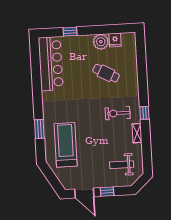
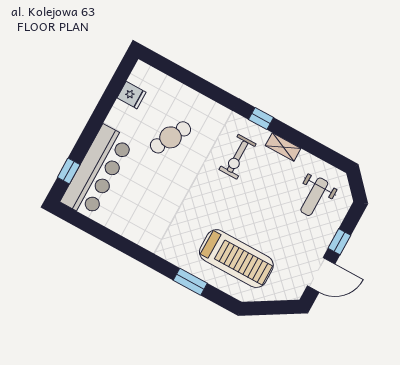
window: (70, 32) -> (69, 171), moved
plant: (101, 42) -> (121, 117), removed
bar counter: (51, 64) -> (97, 171), moved, turned 90
treadmill: (66, 145) -> (236, 259), turned 180

